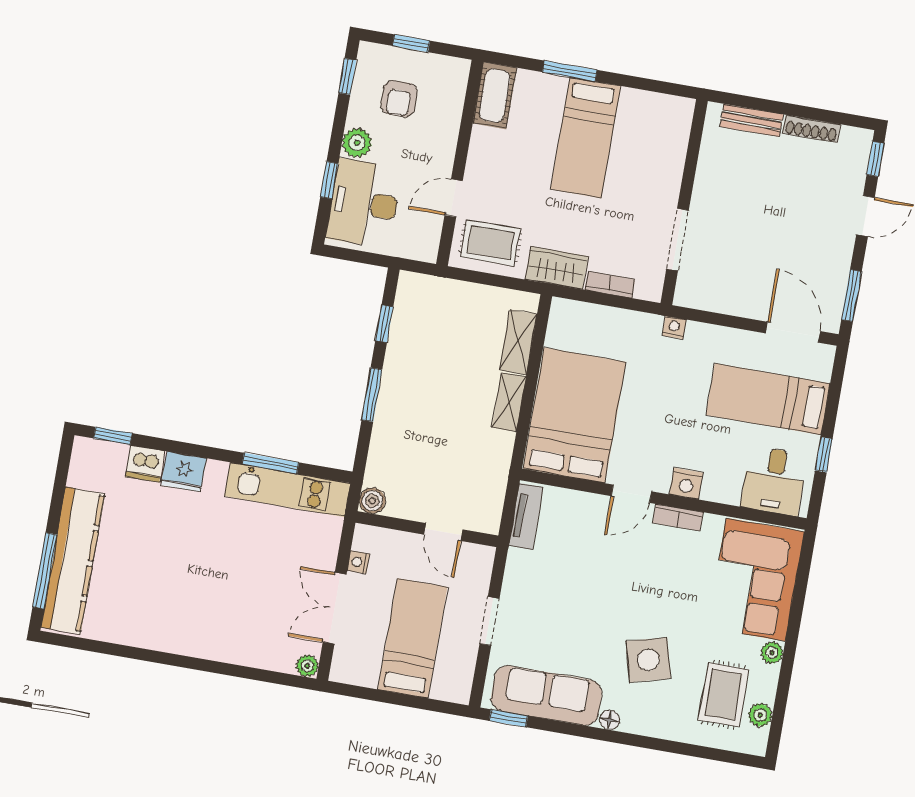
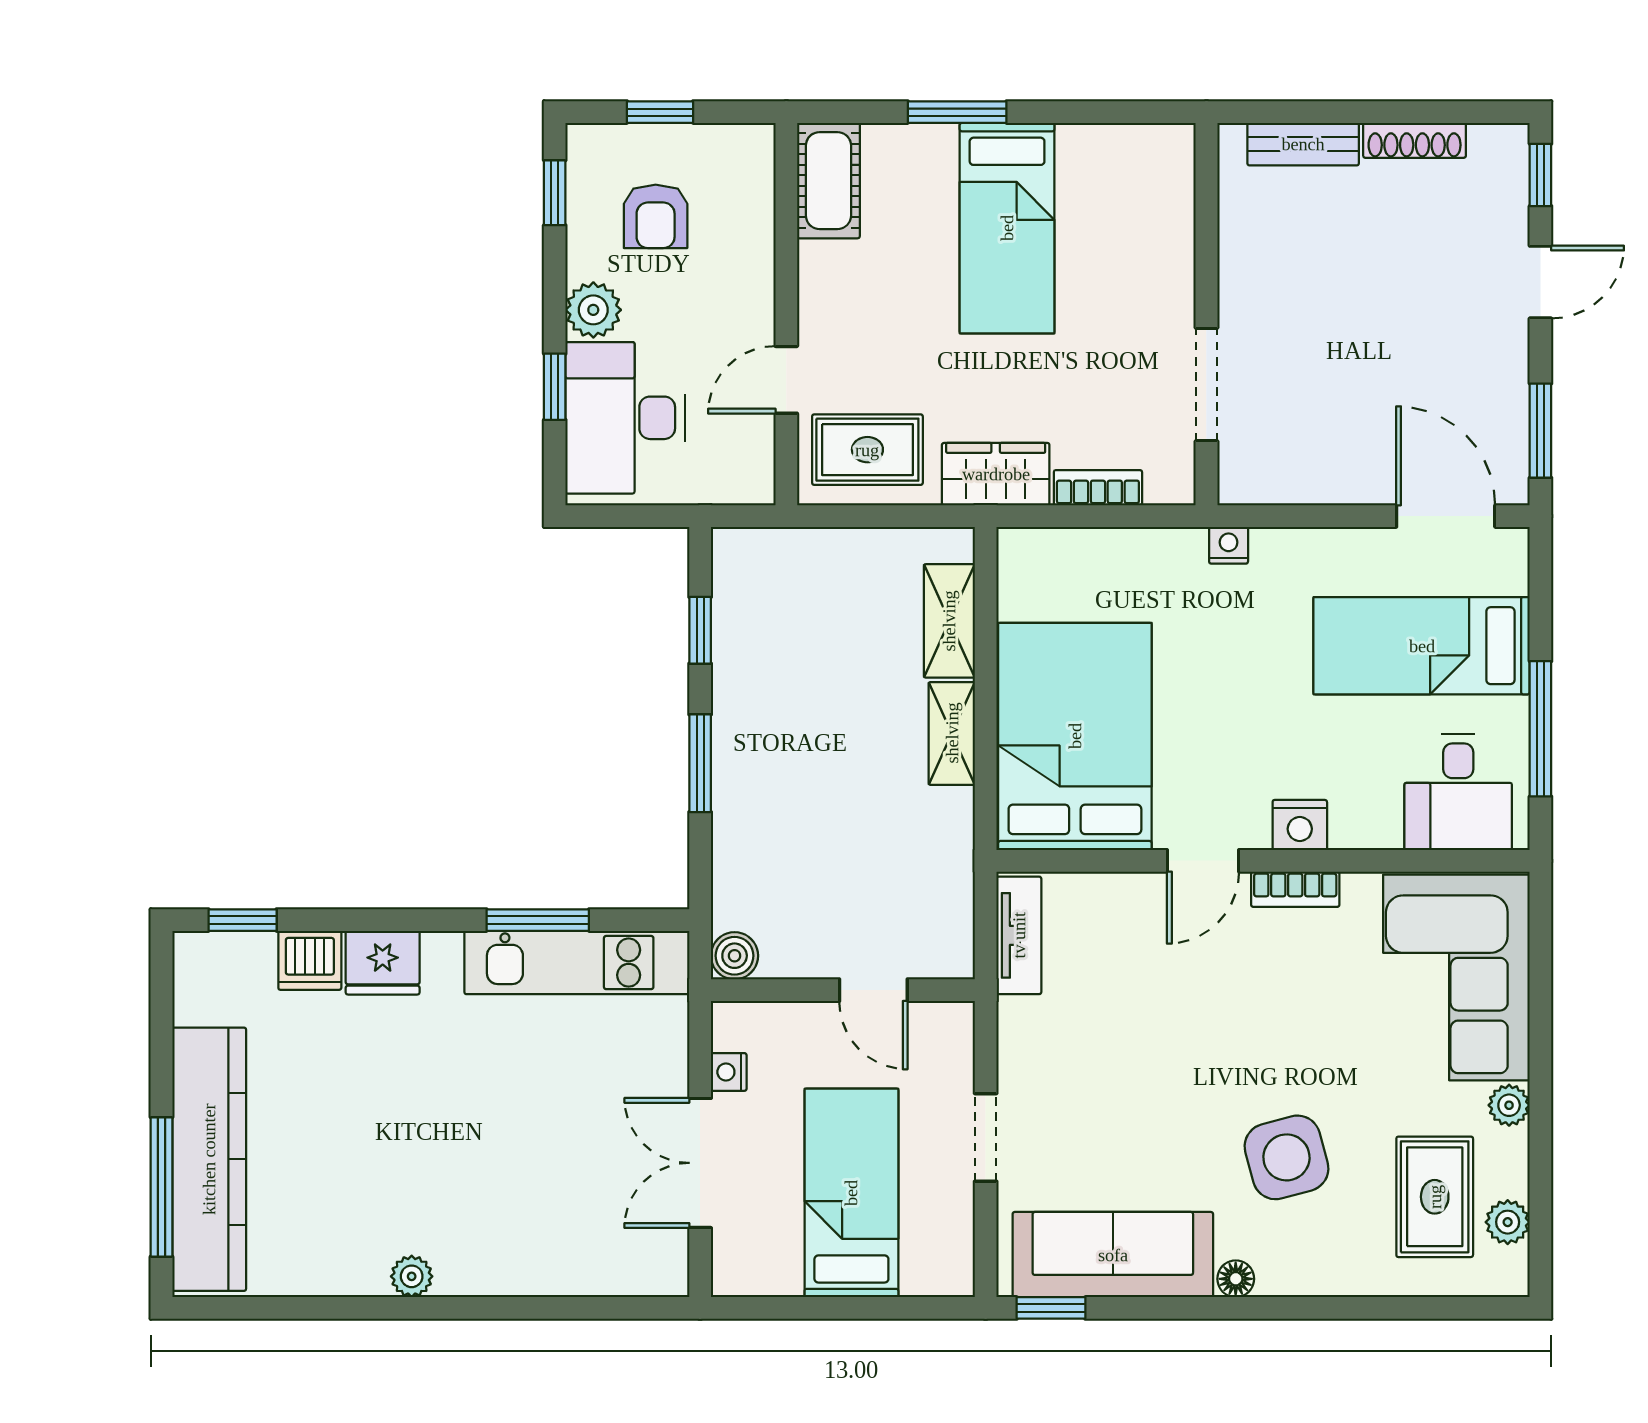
window: (824, 455) -> (1540, 729), width x2.17
plant: (307, 666) -> (412, 1276), moved

